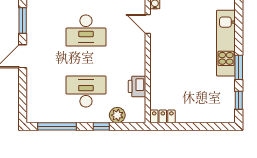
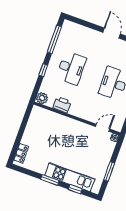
window: (239, 100) -> (75, 189), moved
plant: (117, 115) -> (42, 98), moved
locker: (163, 116) -> (21, 153), moved

